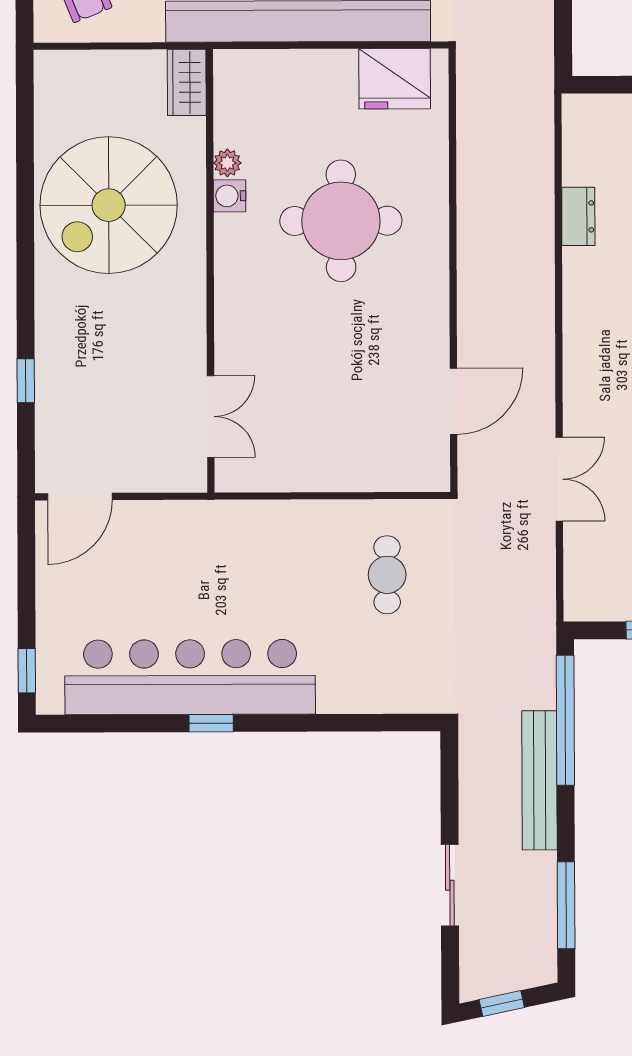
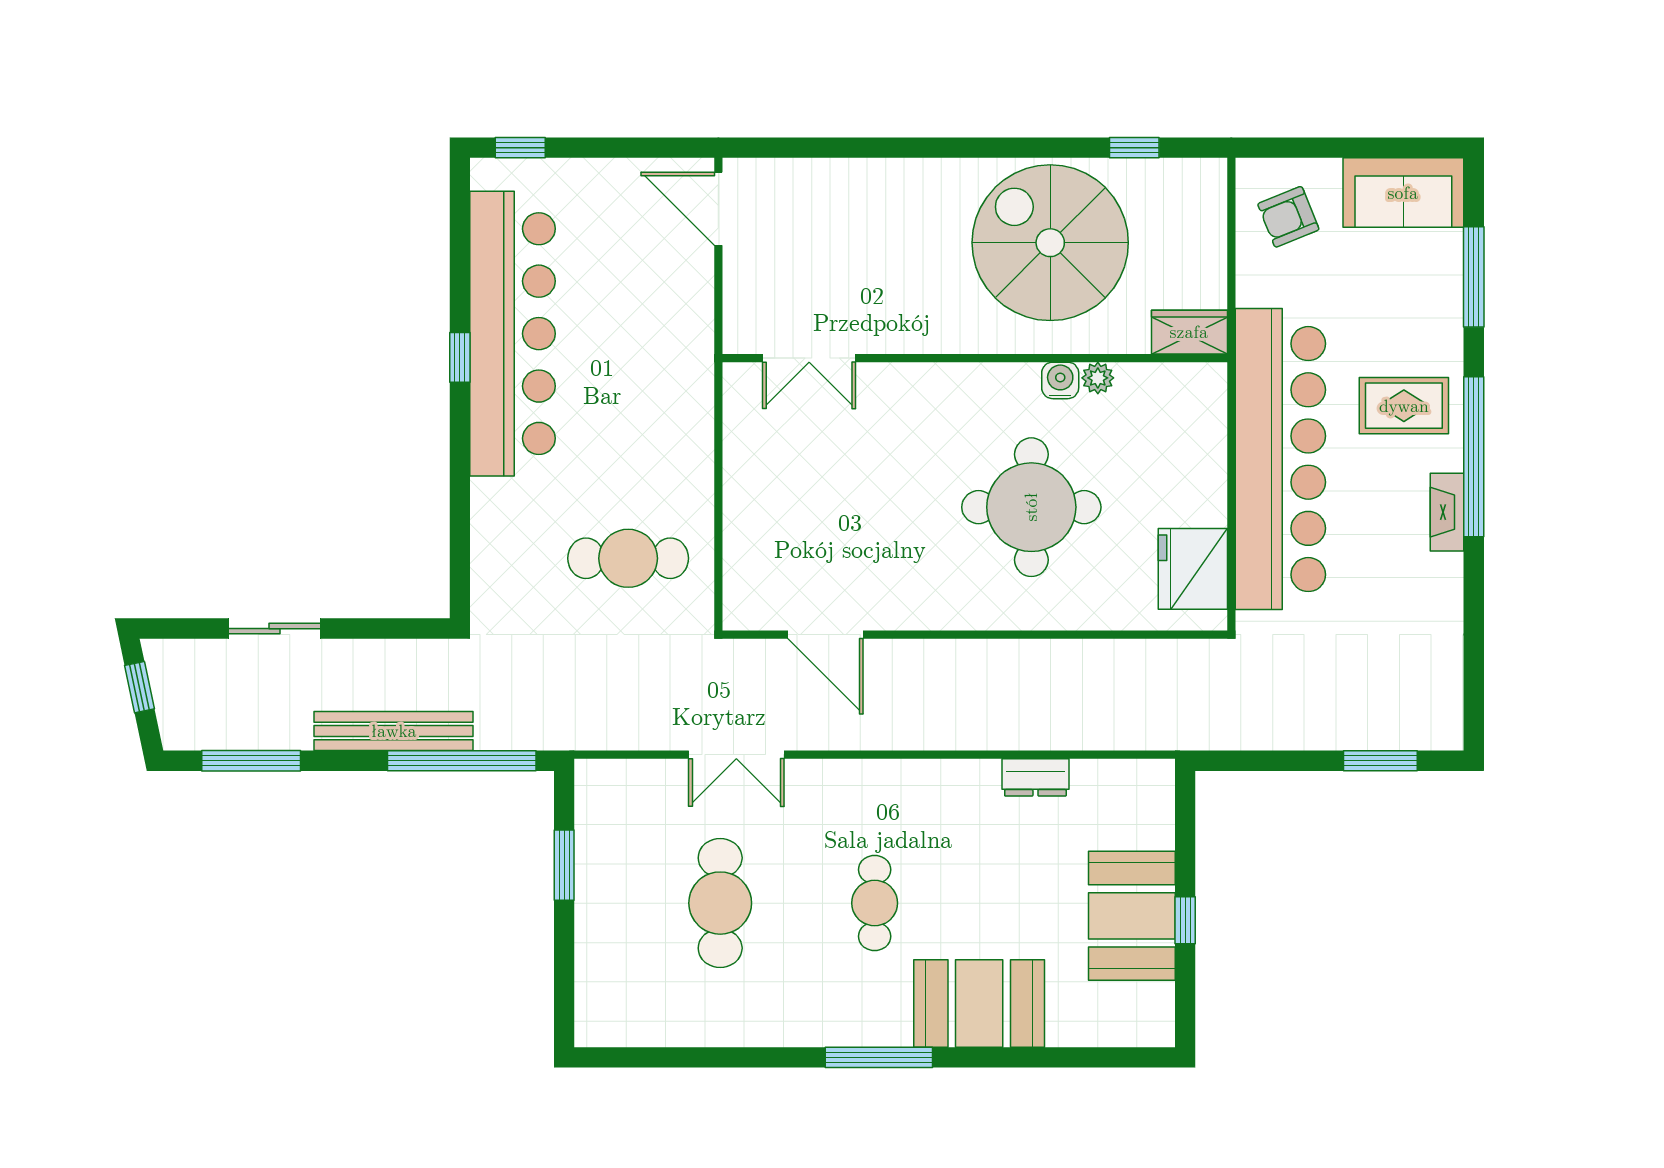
window: (26, 381) -> (1134, 148), moved
cafe table: (387, 575) -> (628, 558), width x1.37, depth x1.35

